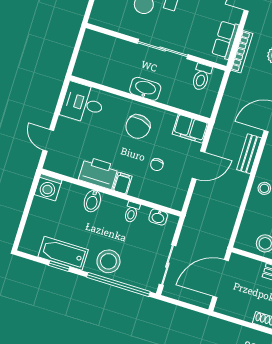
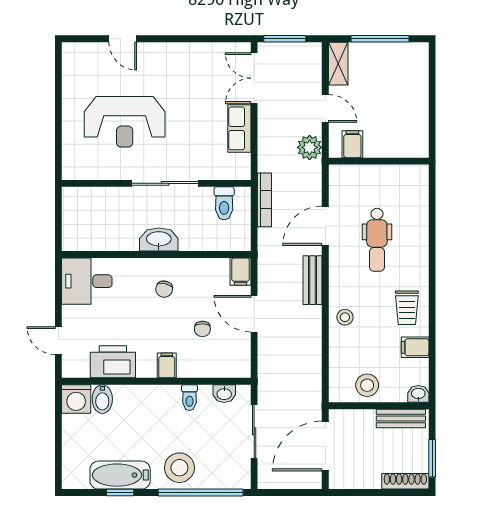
row of seats: (225, 40) -> (239, 128), moved
bookcase: (242, 52) -> (264, 200), moved
chair: (138, 127) -> (164, 289), width x0.54, depth x0.54
filing cabinet: (190, 129) -> (241, 272), width x0.50
door: (198, 165) -> (254, 314), swing flipped
printer: (98, 173) -> (113, 362), moved
bidet: (92, 201) -> (102, 399), moved
sliding door: (167, 265) -> (254, 431), moved

